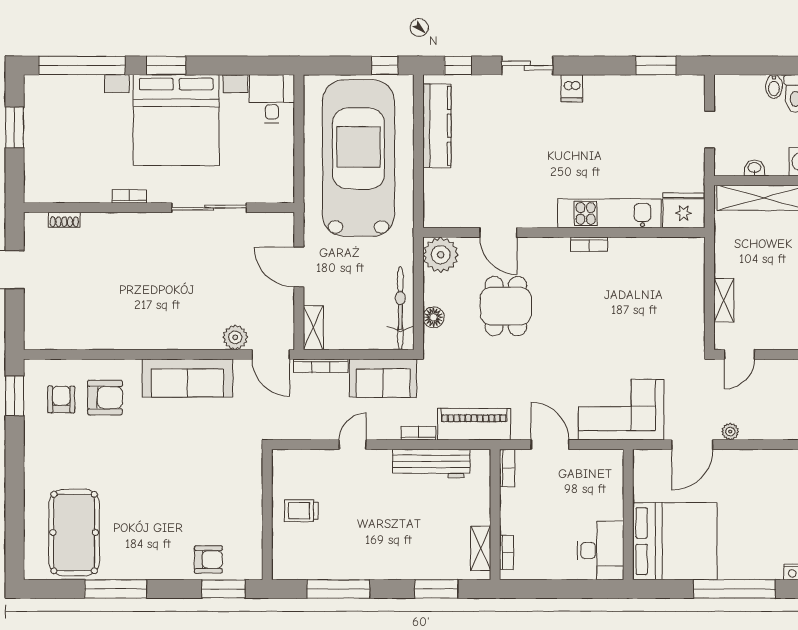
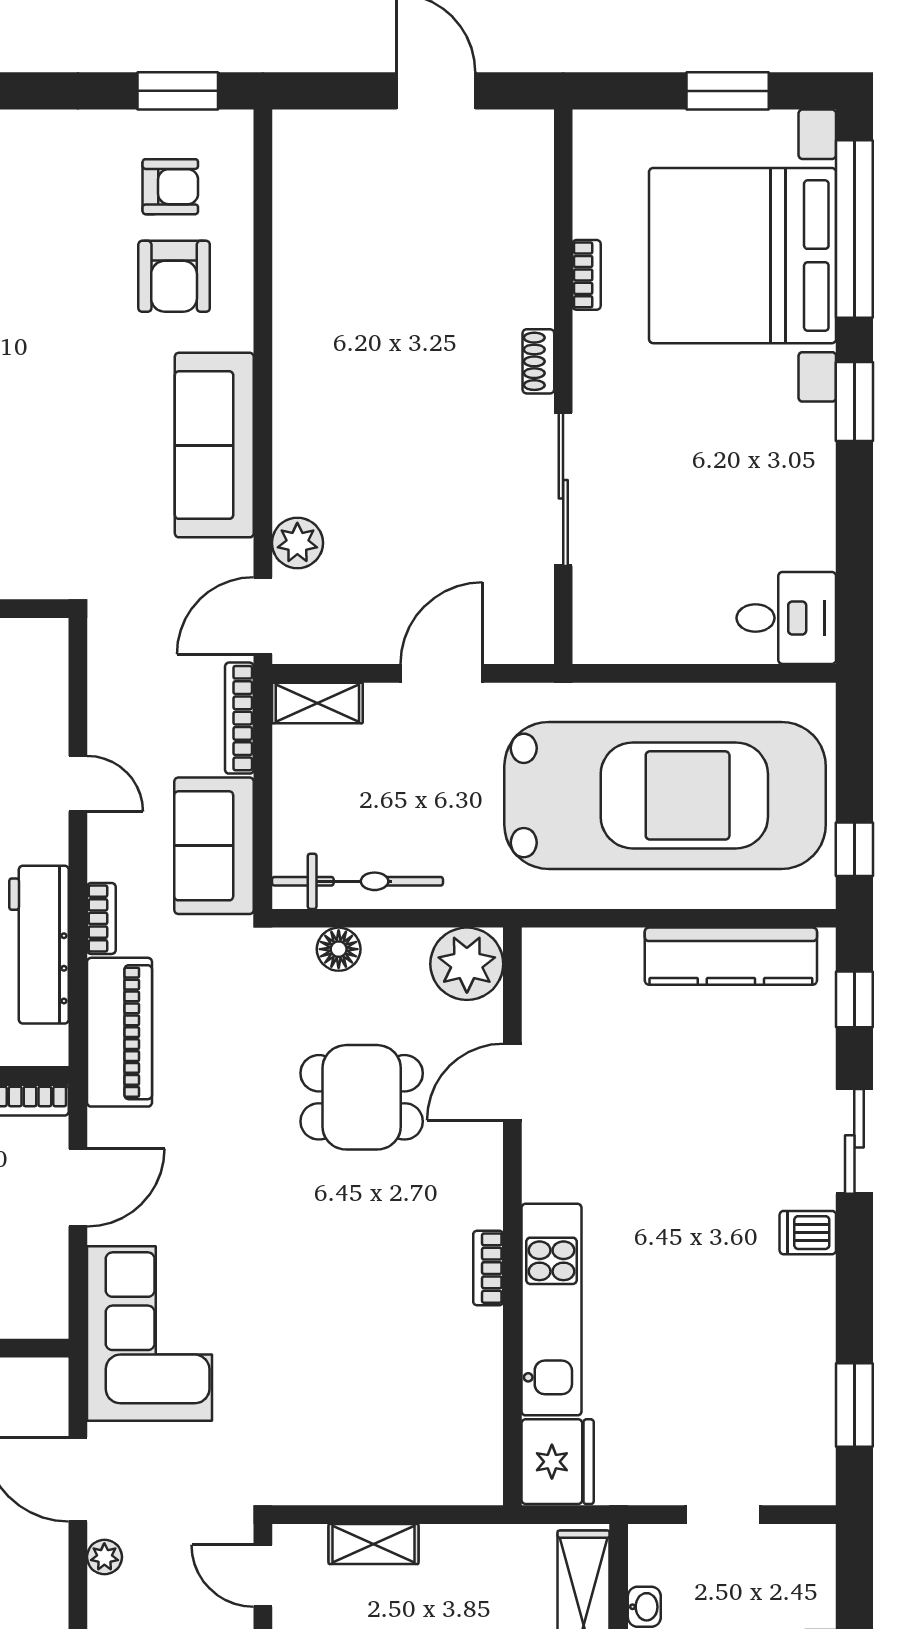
bed with nightstands: (176, 120) -> (743, 256), moved
bookcase: (129, 196) -> (587, 275), moved
shoe rack: (64, 220) -> (538, 361), moved

